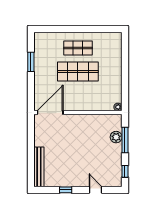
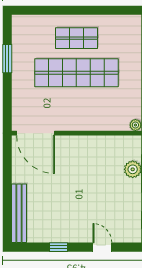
shop shelf: (78, 72) -> (76, 73), width x1.40
door: (50, 113) -> (36, 133), swing flipped

